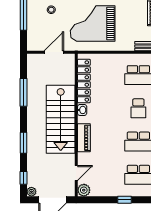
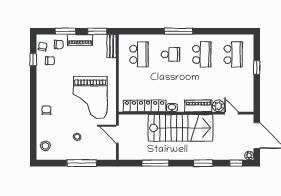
plant: (84, 190) -> (218, 106), moved

